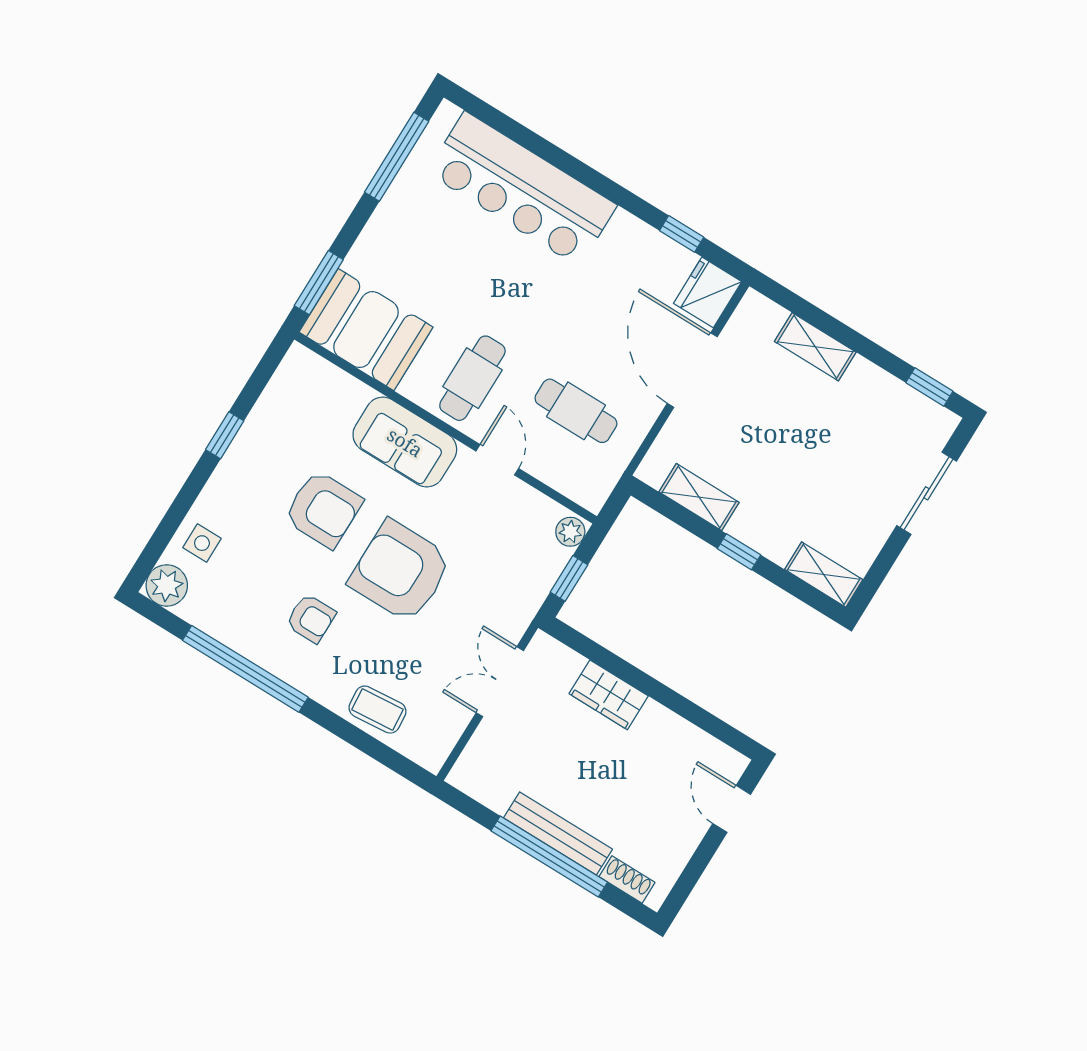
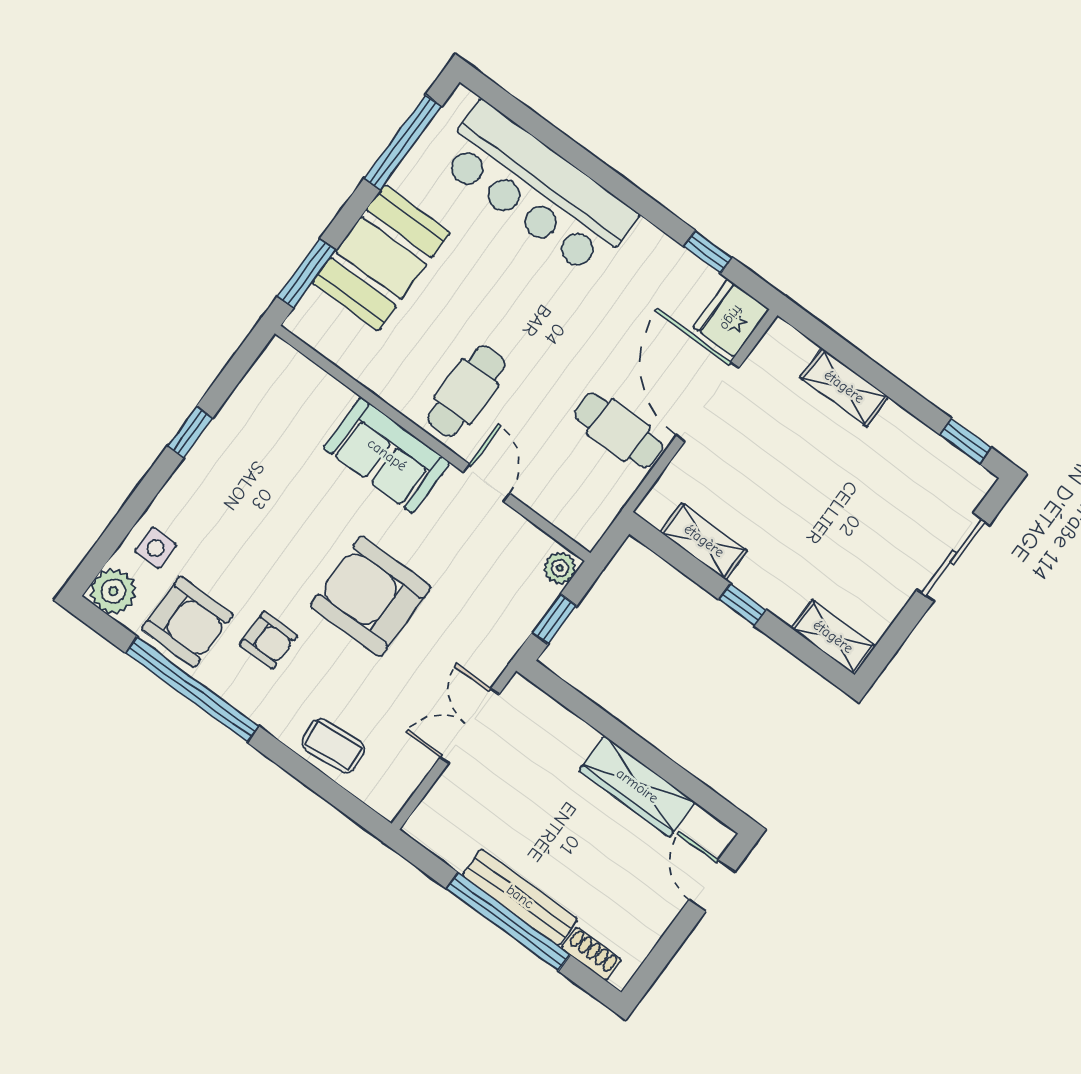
booth: (366, 330) -> (381, 258), moved, turned 90
cafe table: (576, 411) -> (619, 430), moved
armchair: (323, 509) -> (187, 622), moved
wardrobe: (609, 695) -> (637, 786), moved, width x1.50

